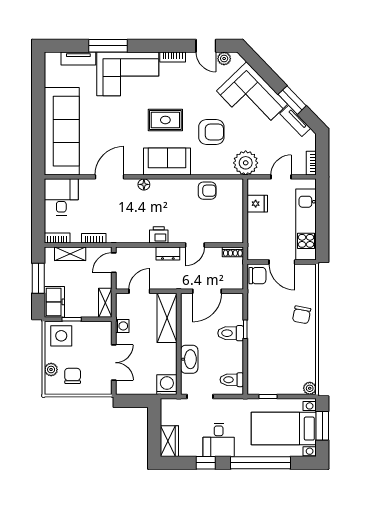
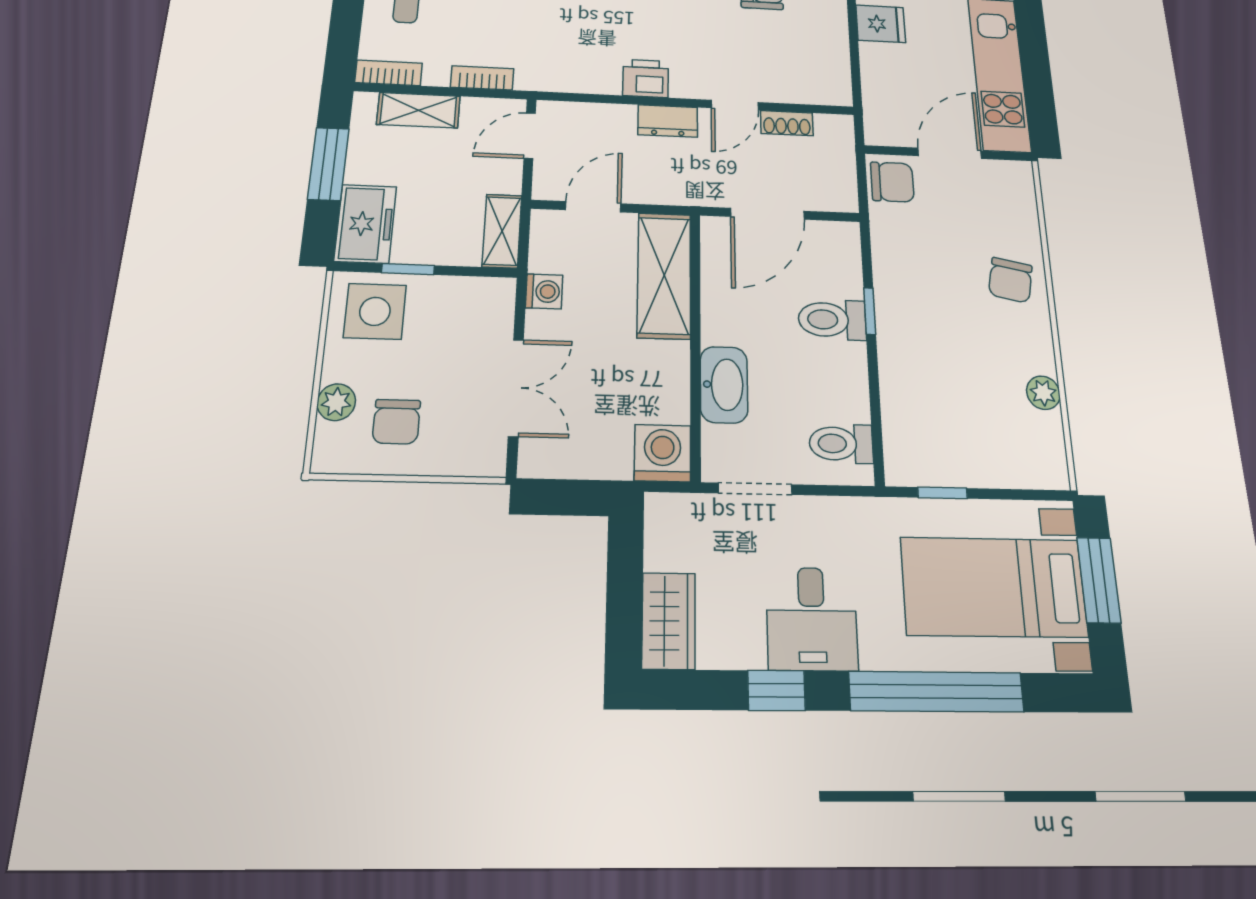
shoe rack: (233, 252) -> (787, 123), moved
door: (282, 262) -> (950, 153), swing flipped
chair: (73, 376) -> (396, 422), turned 180
plant: (310, 388) -> (1043, 393), moved

